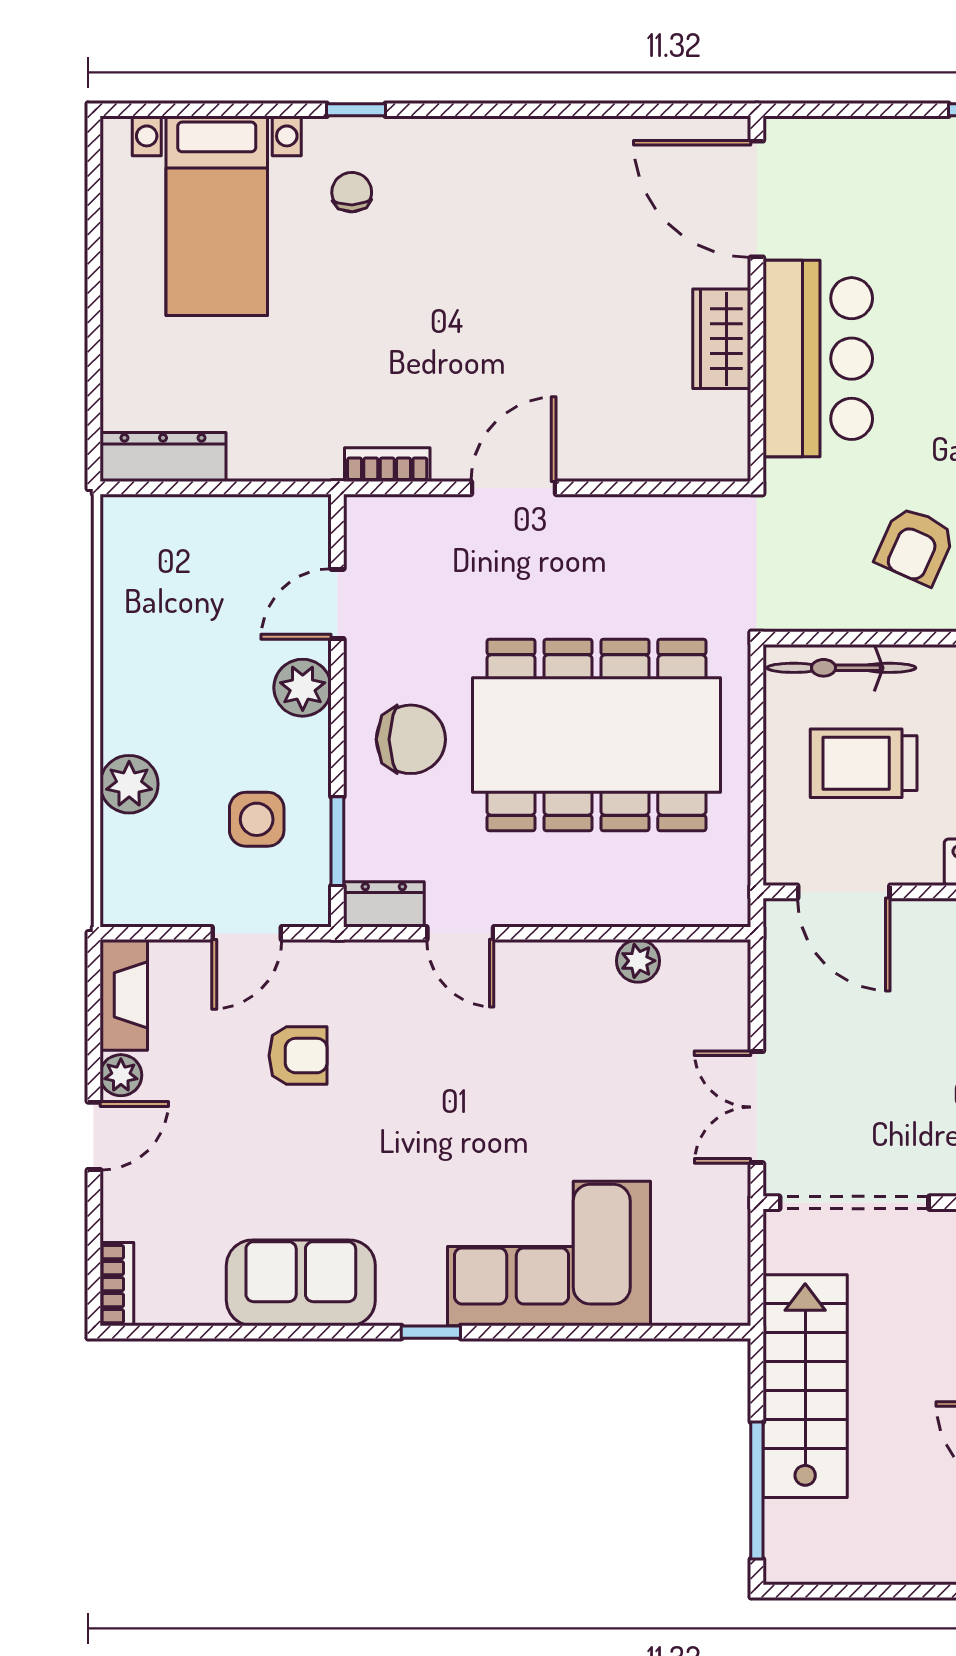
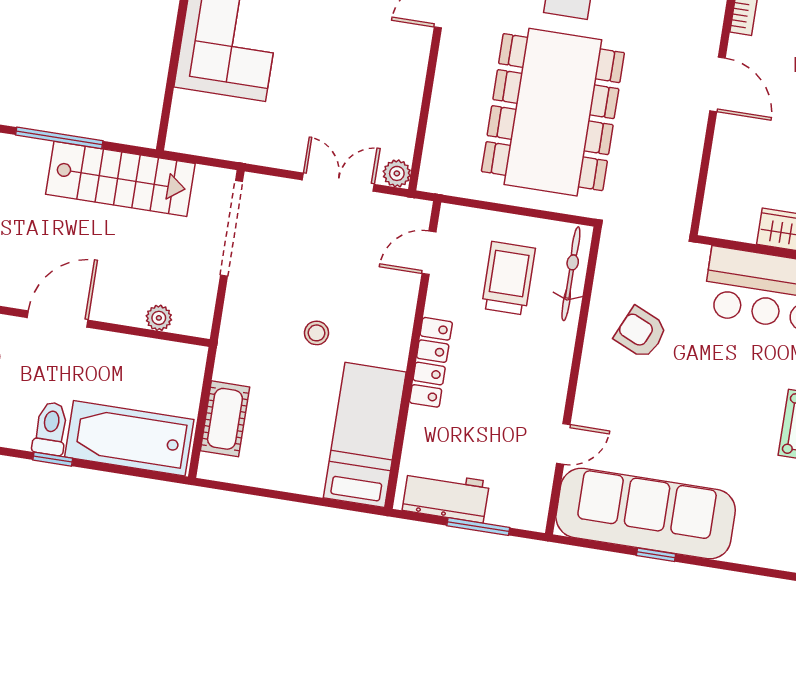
door: (844, 892) -> (429, 253), width x0.73
plant: (638, 961) -> (397, 173), moved
double door: (757, 1107) -> (338, 182), moved

